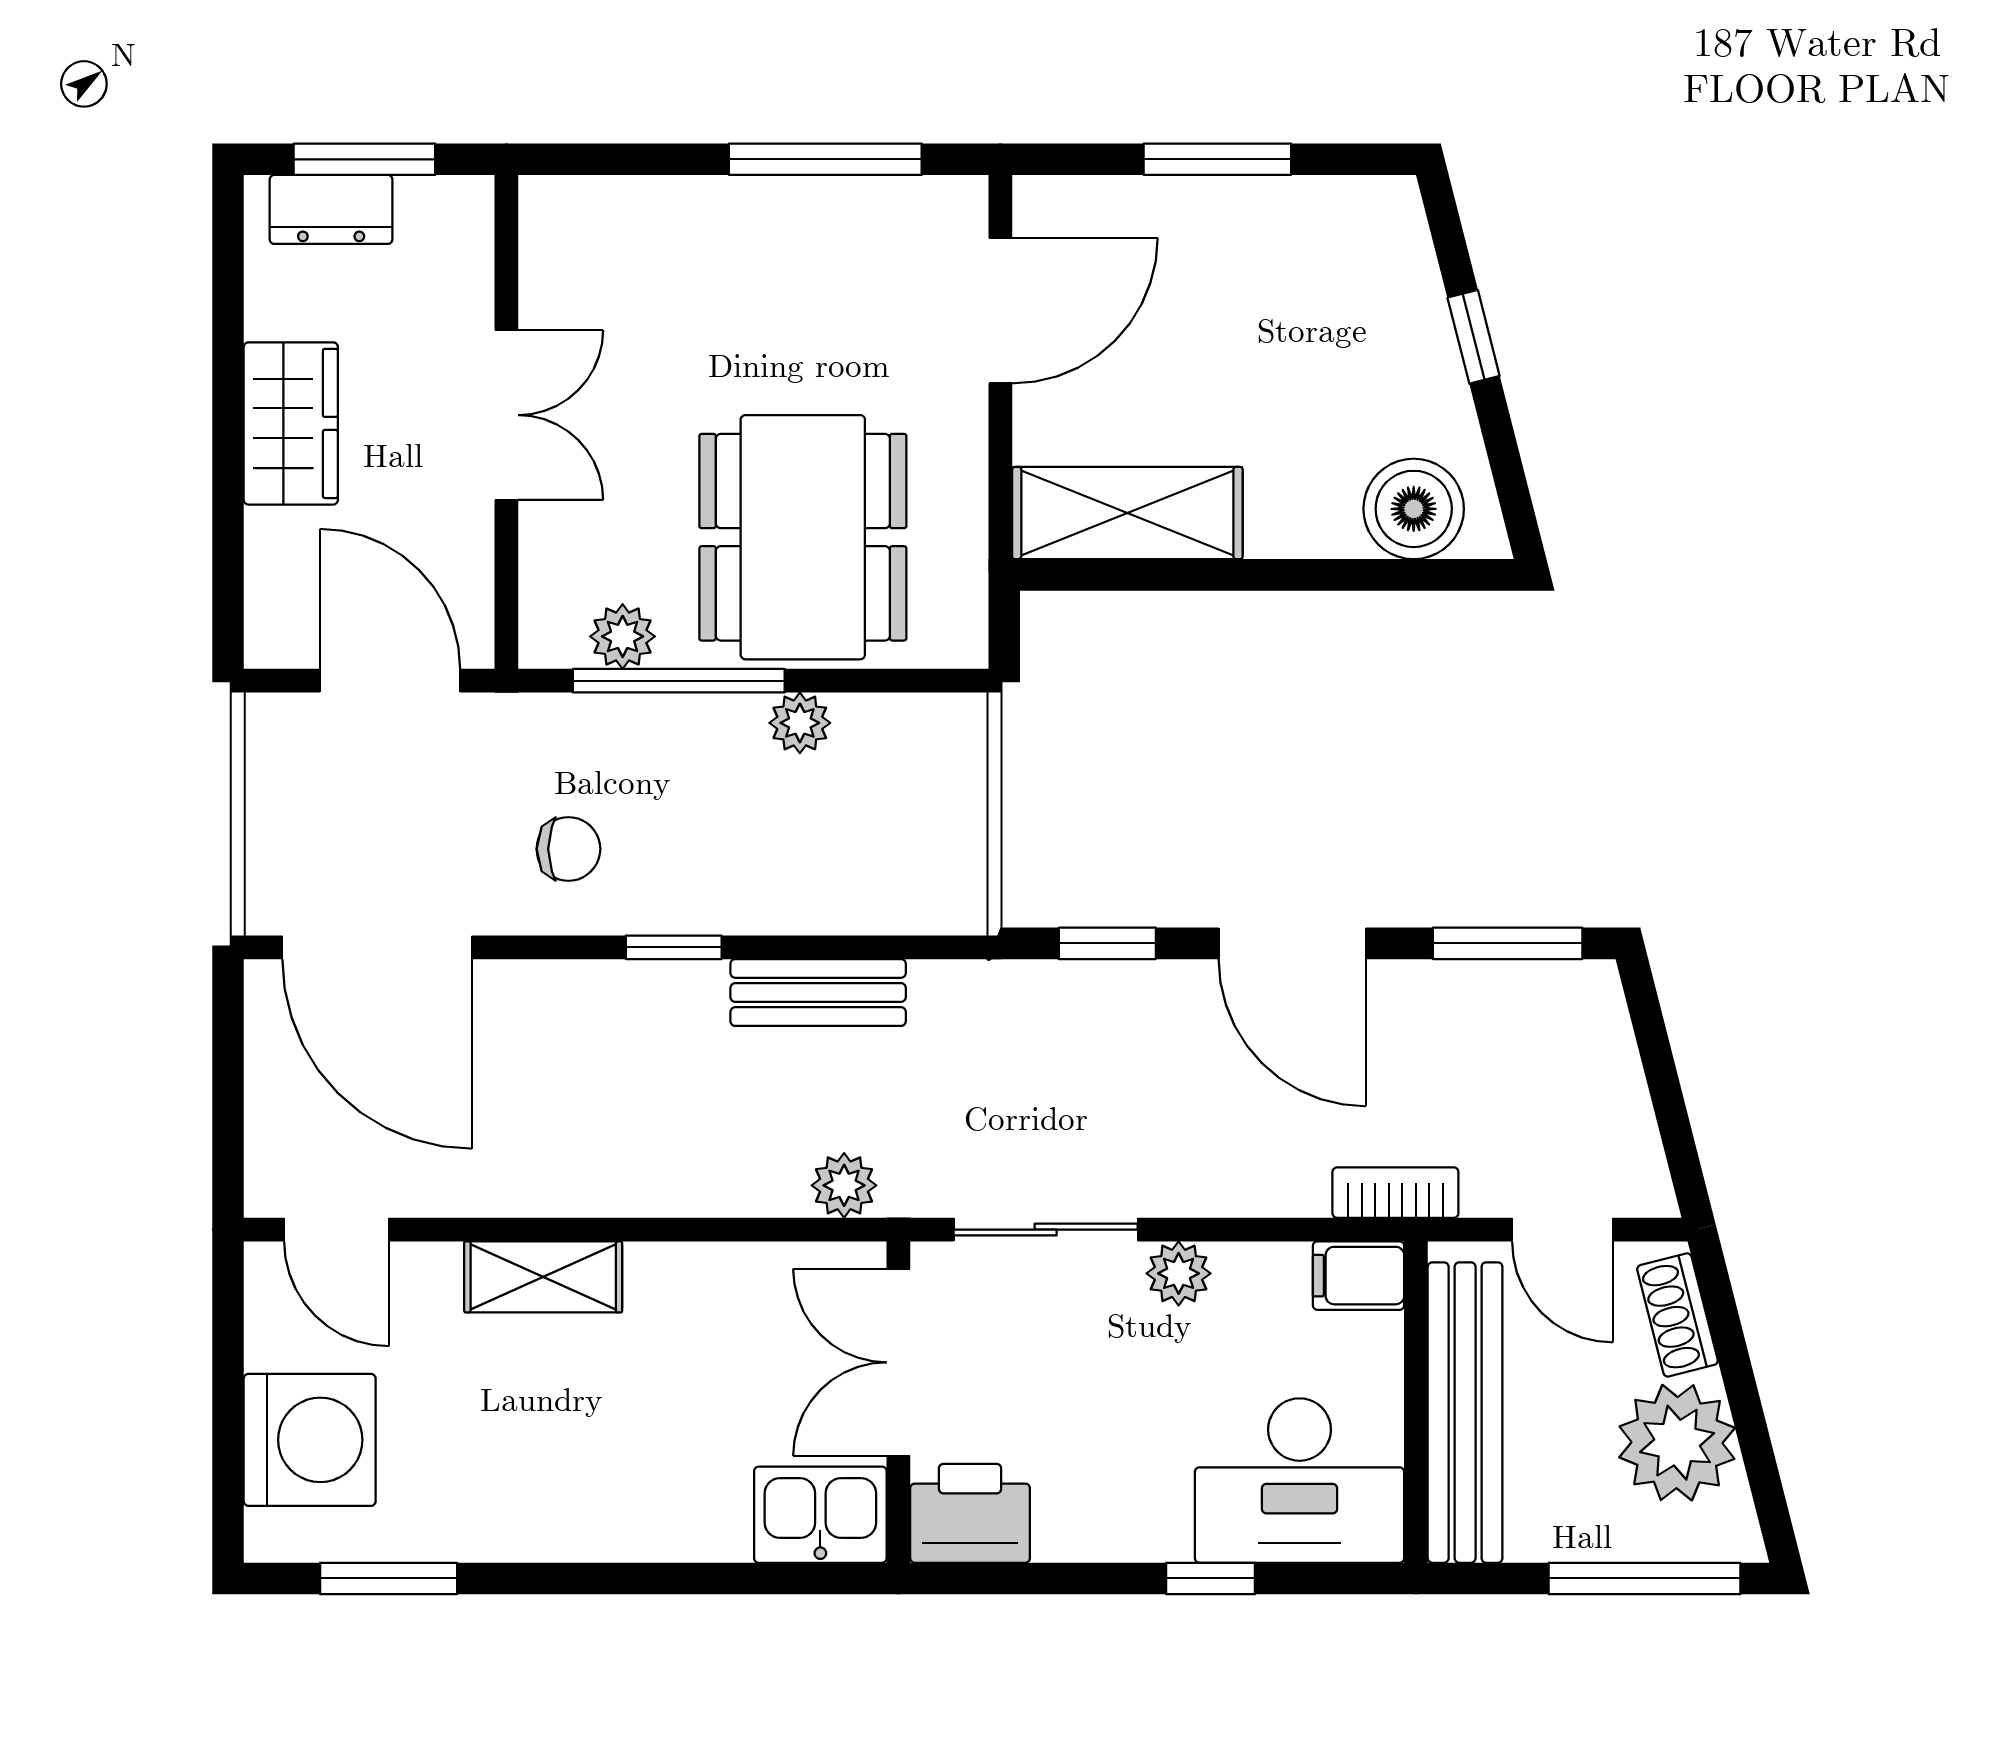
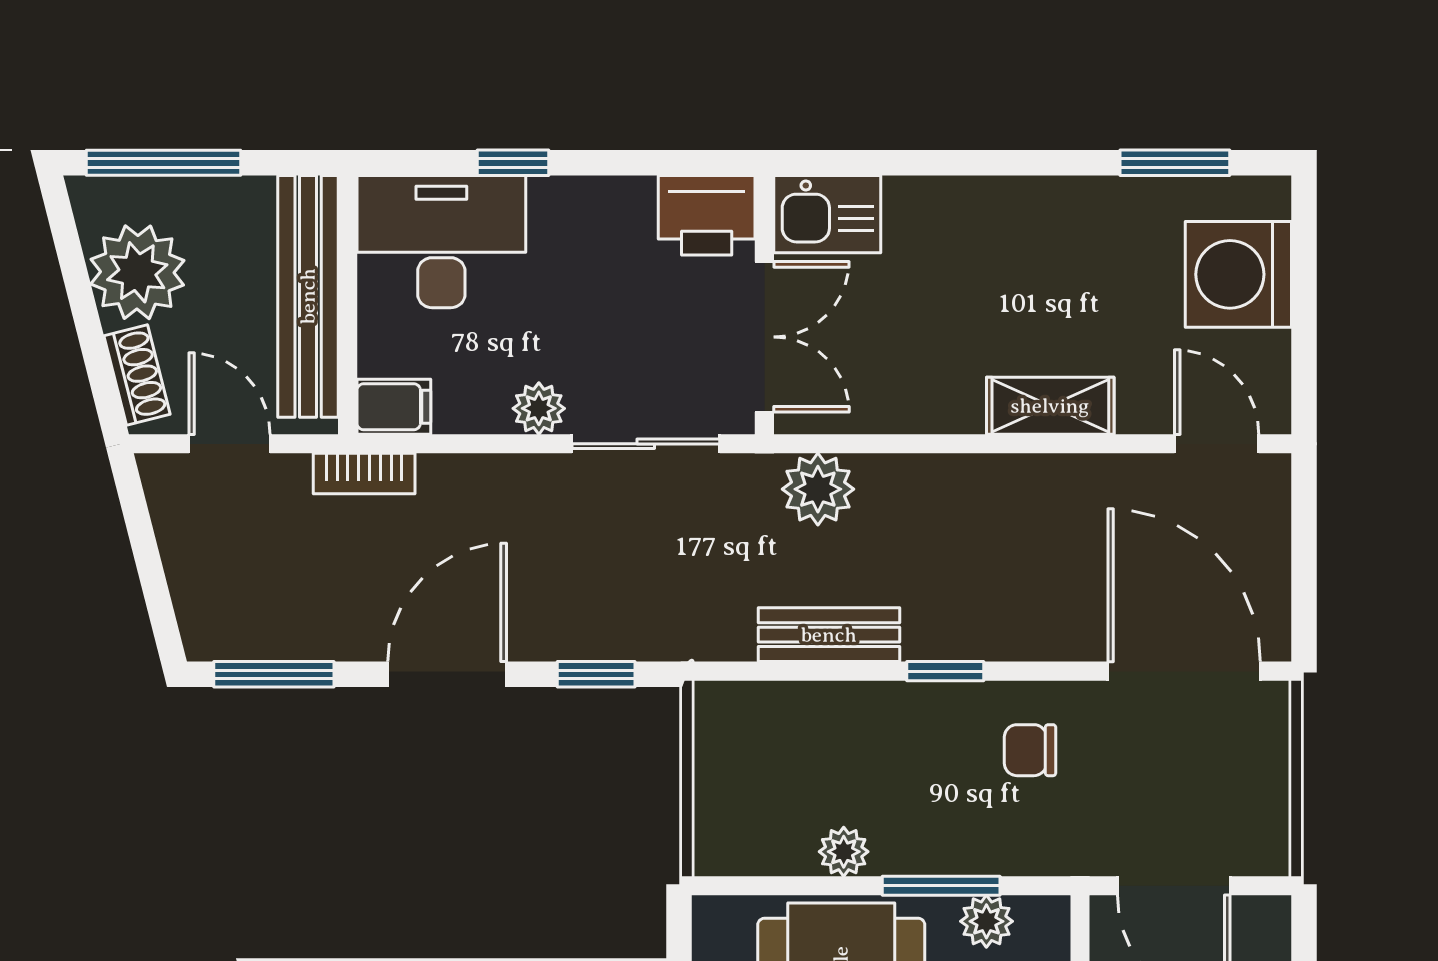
window: (679, 681) -> (941, 886), width x0.69
door: (1292, 943) -> (447, 674), hinge flipped
plant: (844, 1185) -> (818, 489), width x1.38, depth x1.38

